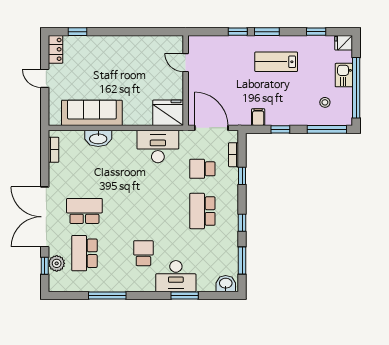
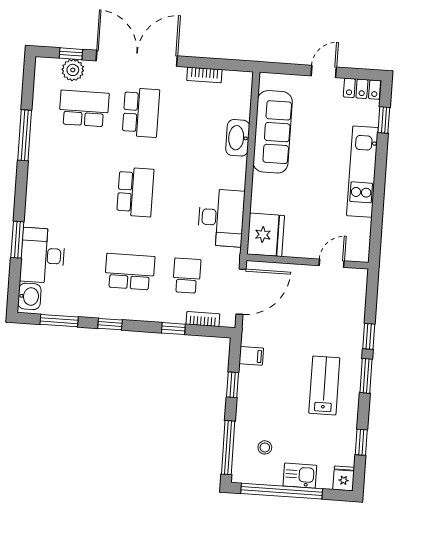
kitchen unit: (117, 45) -> (362, 172), added
bookcase: (54, 150) -> (204, 75), moved
school desk: (143, 253) -> (135, 192), moved, width x1.85
desk: (176, 276) -> (42, 255), moved

